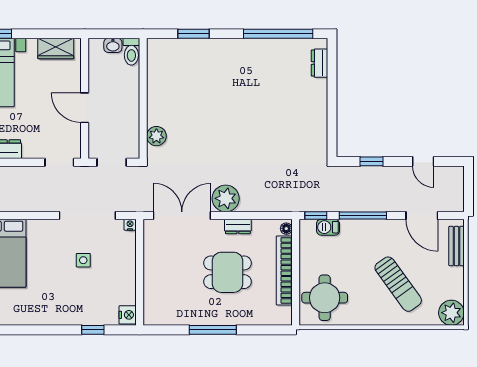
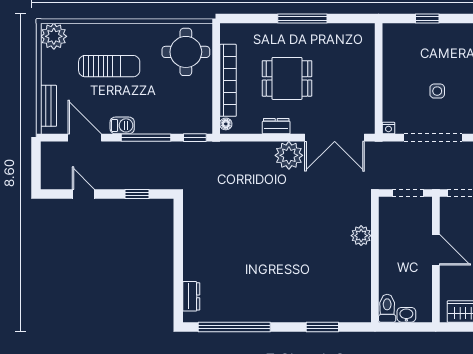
plant: (156, 136) -> (361, 236), moved
barbecue: (328, 227) -> (122, 125), moved
sun lounger: (398, 284) -> (109, 66), turned 126
nightstand: (128, 315) -> (391, 34), removed

